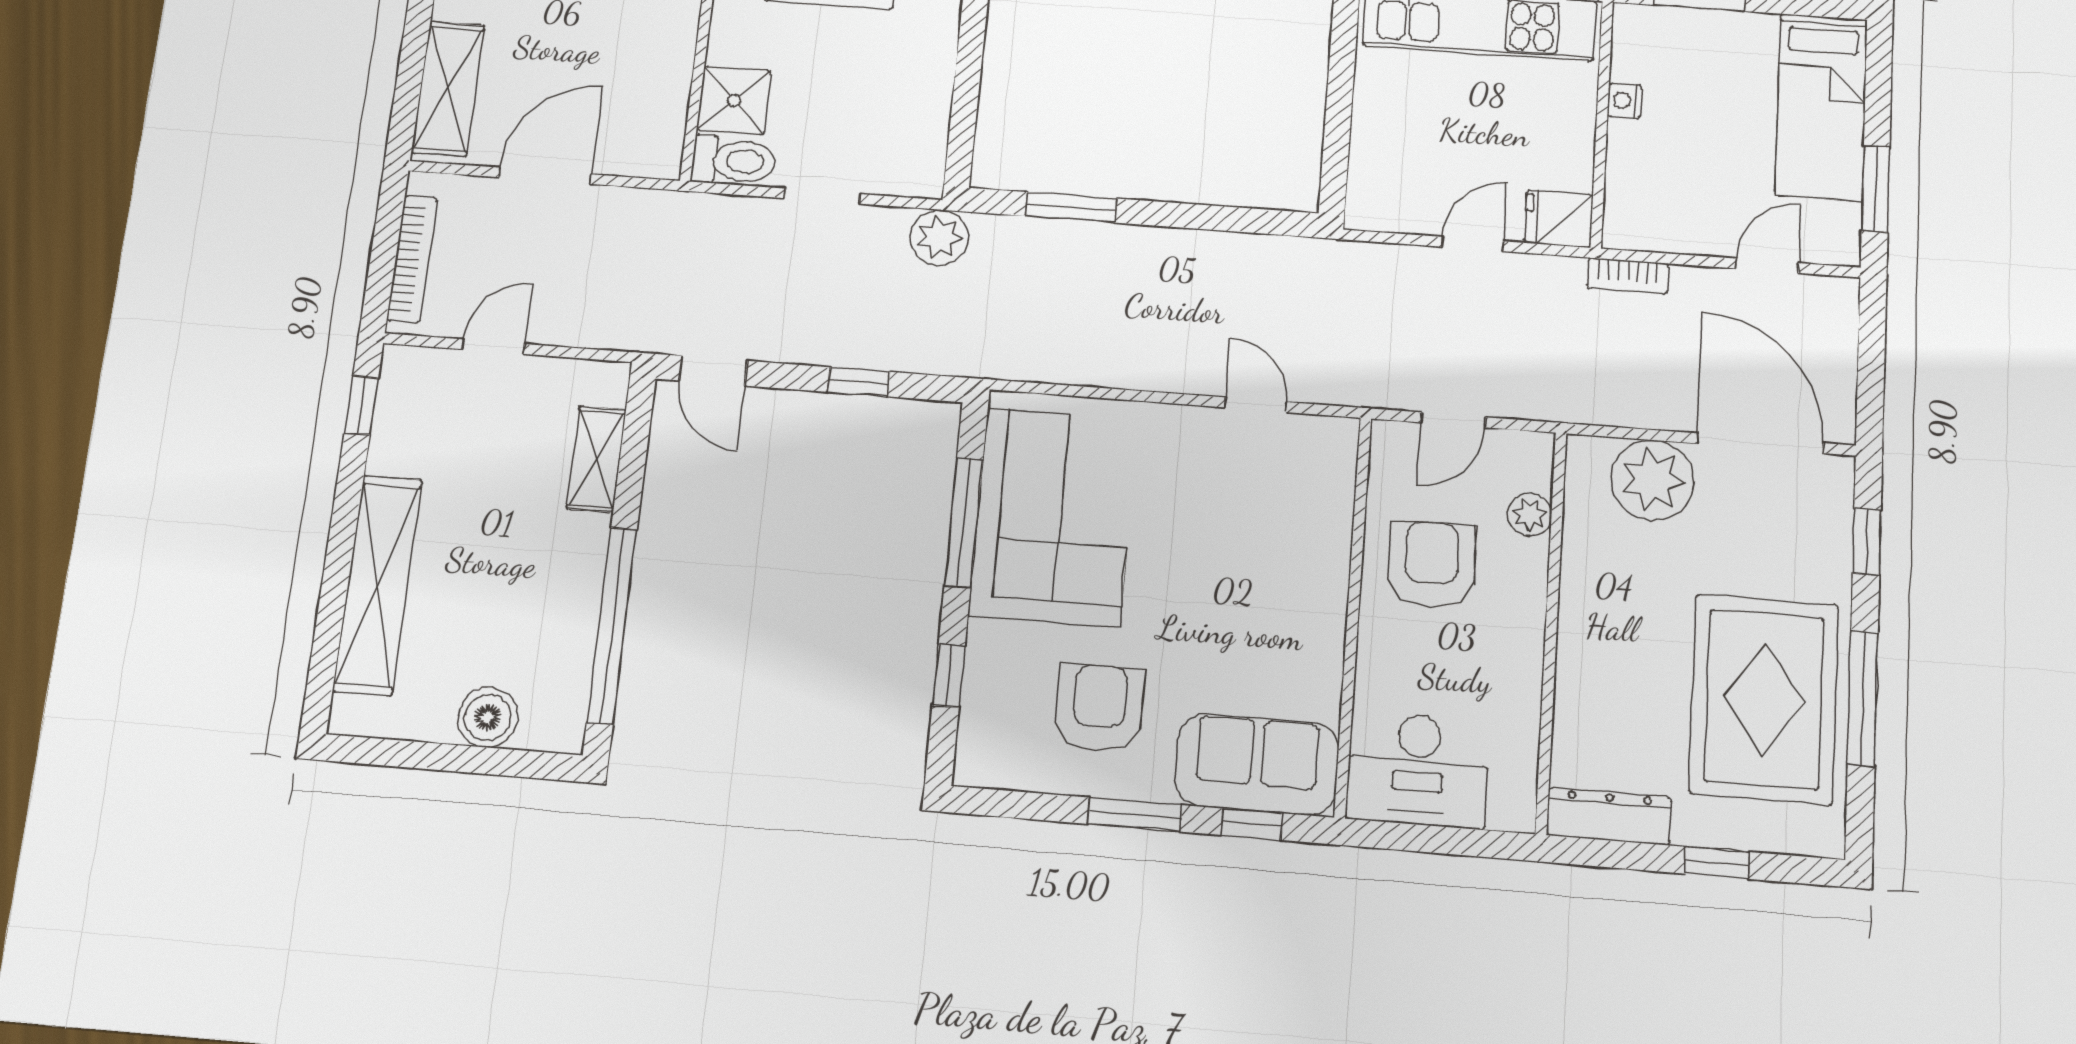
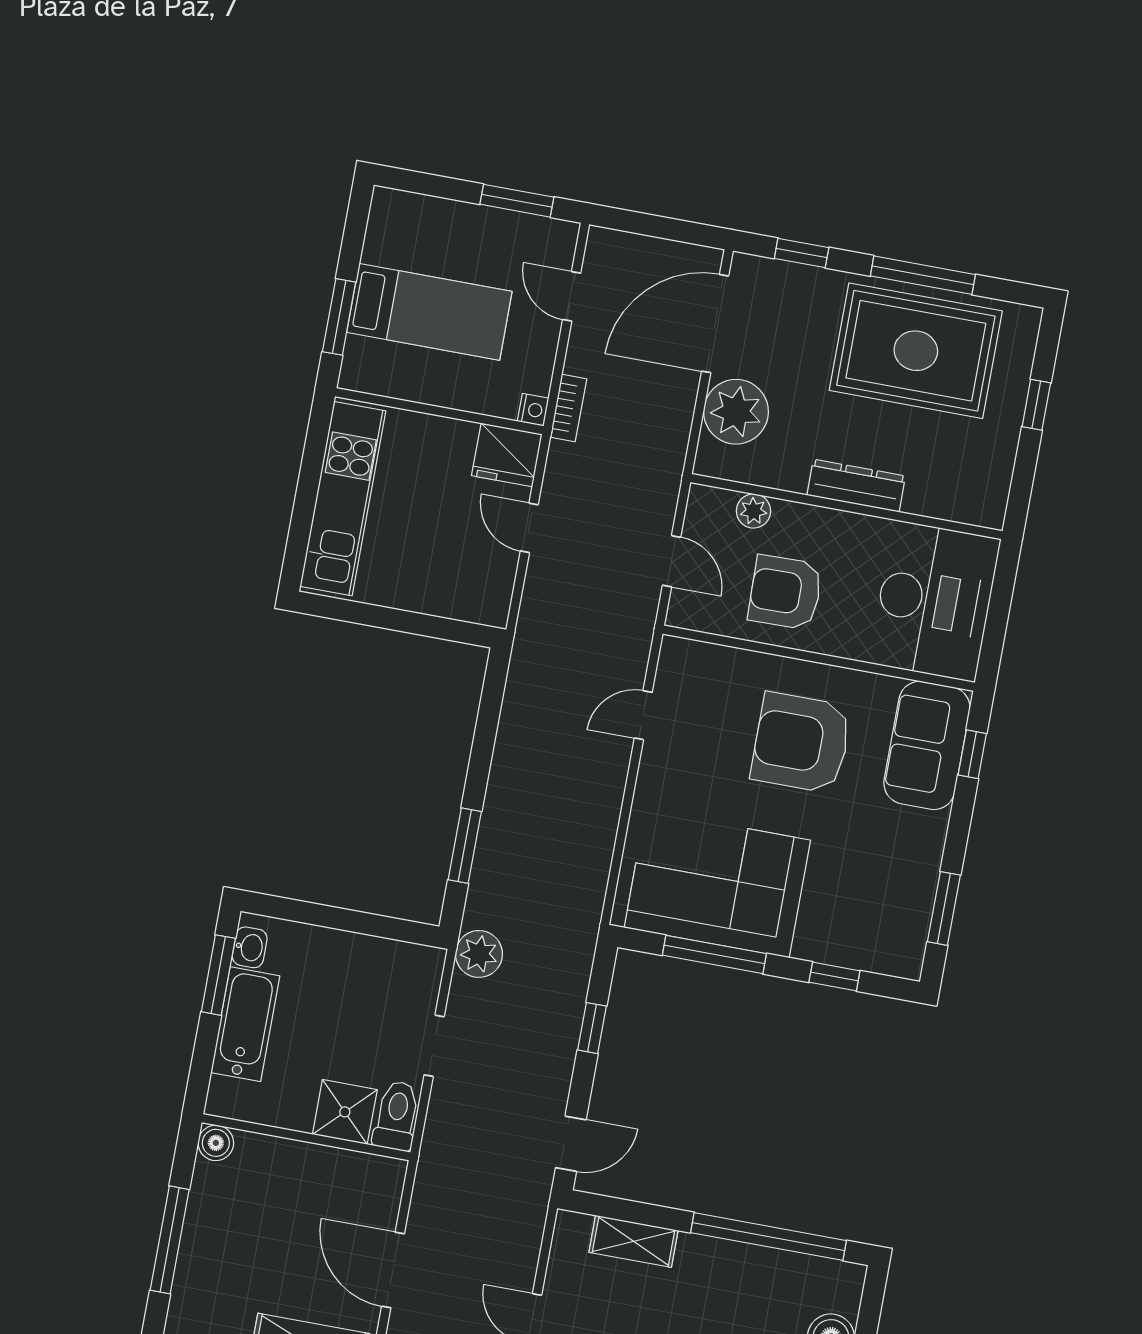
nightstand: (1625, 101) -> (533, 410), moved, turned -90
bed: (1821, 107) -> (429, 312), moved
fridge: (1559, 219) -> (507, 455), width x1.38
armchair: (1099, 708) -> (801, 743), moved, width x1.36, depth x1.36
desk: (1418, 770) -> (934, 601), width x1.36, depth x1.30
window: (1135, 815) -> (944, 908), moved
dresser: (1609, 816) -> (856, 486), moved, turned 90

